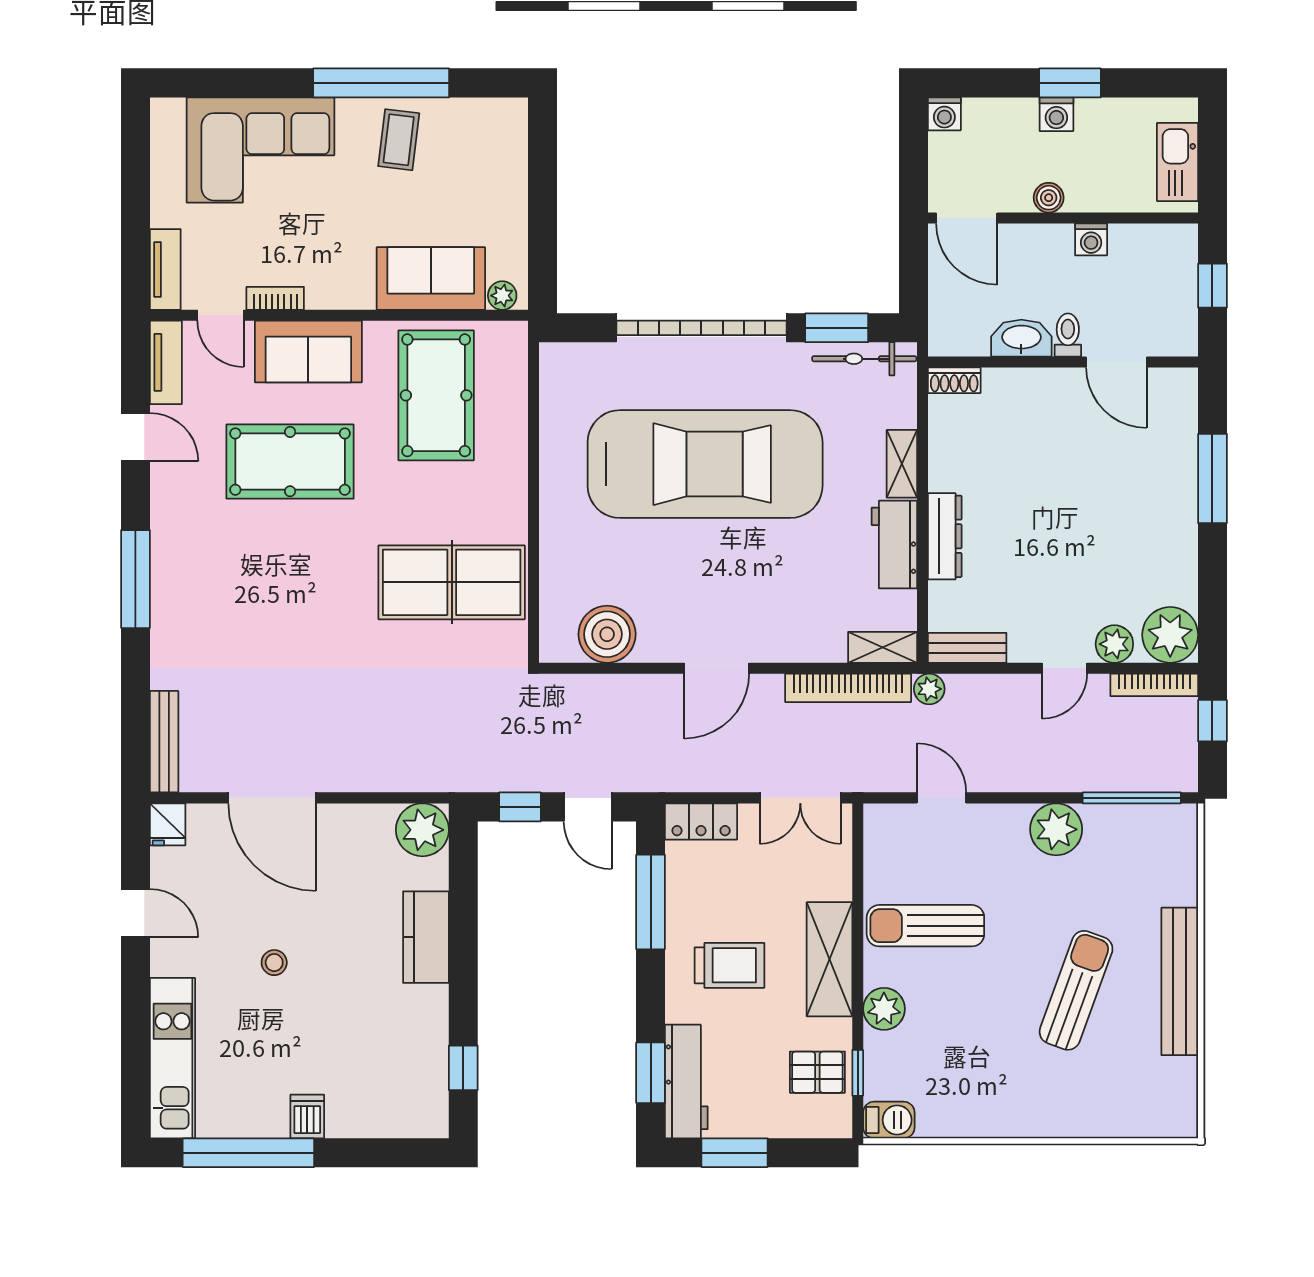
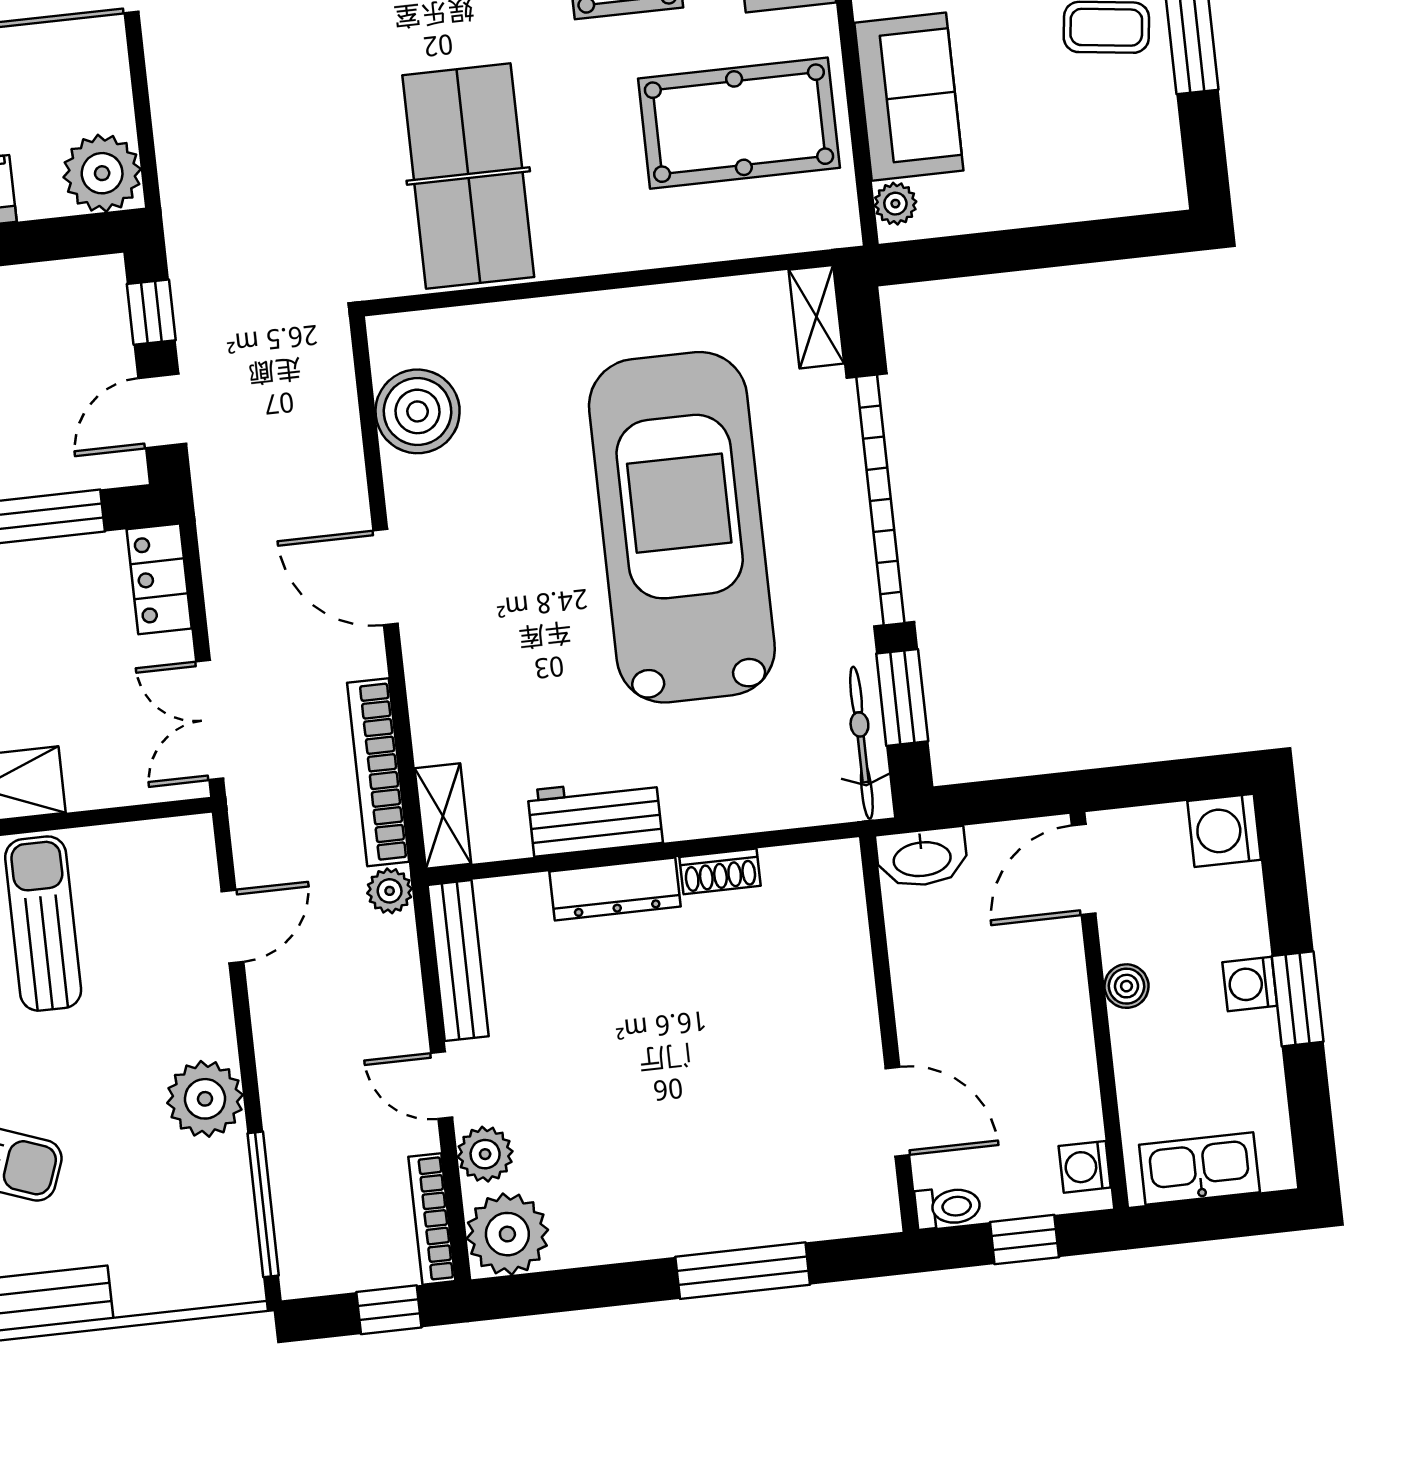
washing machine: (944, 114) -> (1224, 830), width x1.38, depth x1.38
washing machine: (1091, 239) -> (1085, 1167), moved
toilet: (1068, 335) -> (948, 1207), moved
washbasin: (1021, 338) -> (922, 858), moved, turned 90
door: (1116, 362) -> (897, 1112), swing flipped
shoe rack: (954, 380) -> (720, 871), moved, turned -90
car: (705, 464) -> (682, 527), turned 180
shelving: (902, 464) -> (816, 317), moved, turned 90
bench: (967, 648) -> (458, 961), width x1.36

